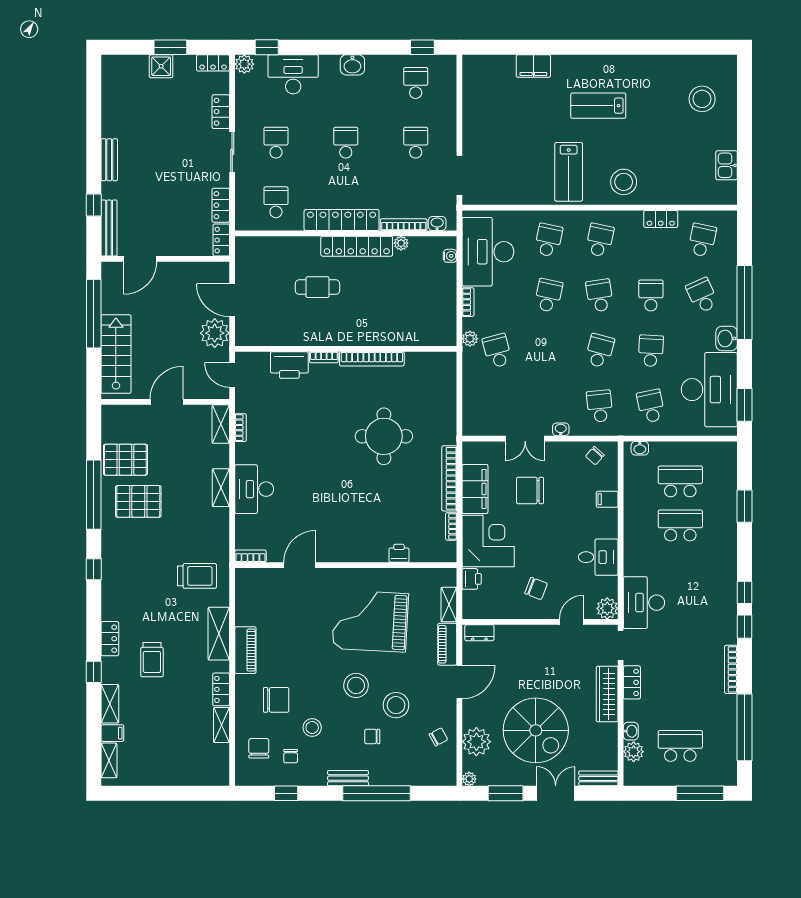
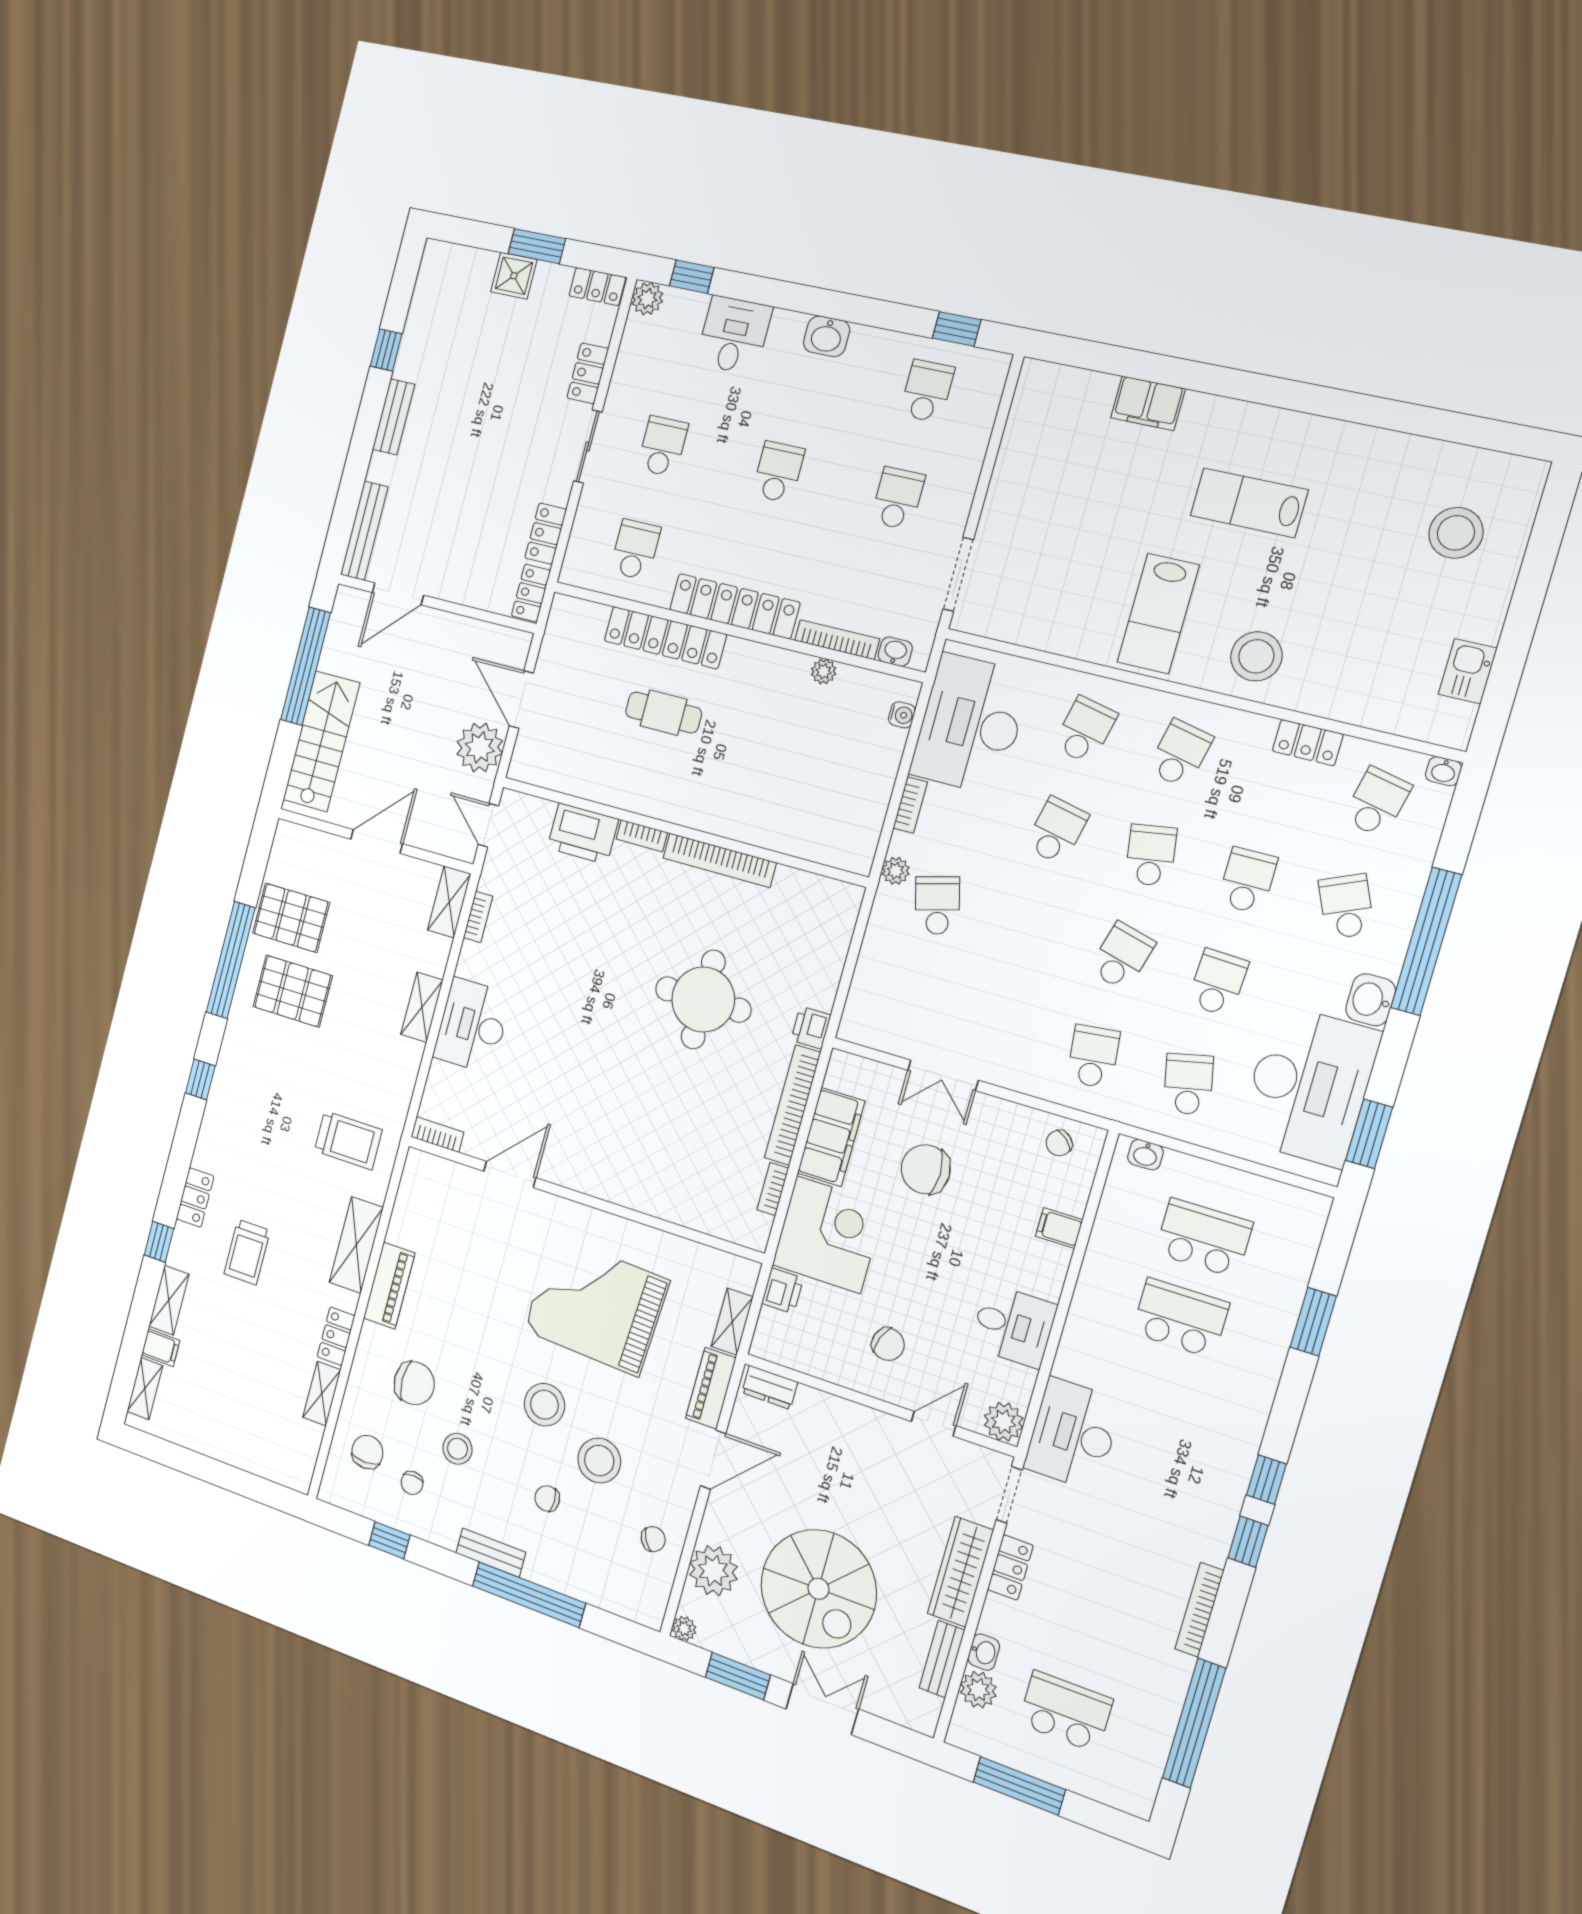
desk: (293, 74) -> (734, 335), width x0.73
window: (94, 205) -> (386, 350), moved
locker: (357, 246) -> (665, 638), moved
washbasin: (561, 429) -> (1444, 771), moved, turned 180
printer: (399, 553) -> (811, 1028), moved, turned -90
bench: (598, 778) -> (942, 1659), moved, turned 90
window: (700, 793) -> (1019, 1786), moved

